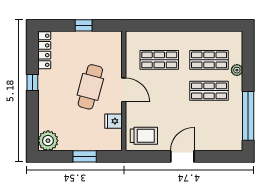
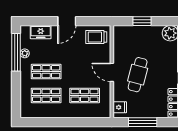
window: (84, 25) -> (143, 122), width x2.17
plant: (237, 70) -> (25, 53), moved
fridge: (114, 121) -> (120, 107), moved
freezer: (216, 142) -> (41, 32), added

